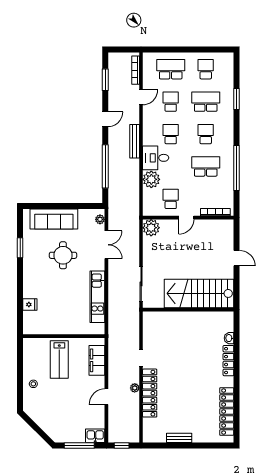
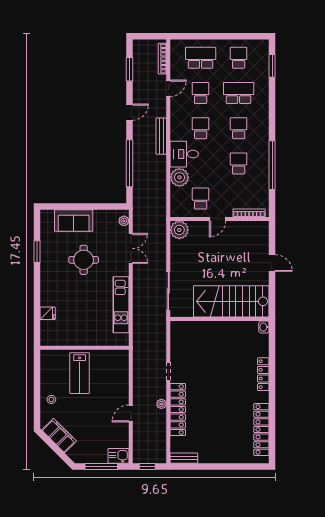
window: (237, 99) -> (272, 66), moved
school desk: (206, 166) -> (239, 163), width x0.54
sofa: (54, 219) -> (74, 220), width x0.73
washbasin: (229, 338) -> (264, 327), moved
filing cabinet: (97, 360) -> (59, 436), moved, turned 135
bench: (179, 438) -> (184, 458), moved

